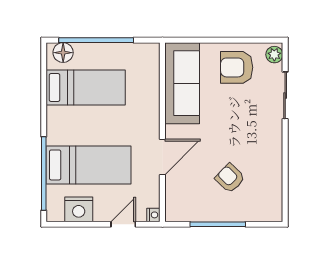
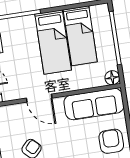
floor lamp: (63, 53) -> (112, 78), moved
bed: (89, 165) -> (53, 42), moved

